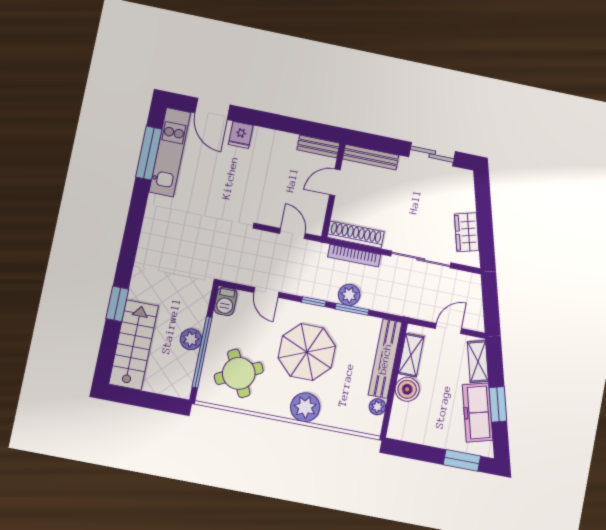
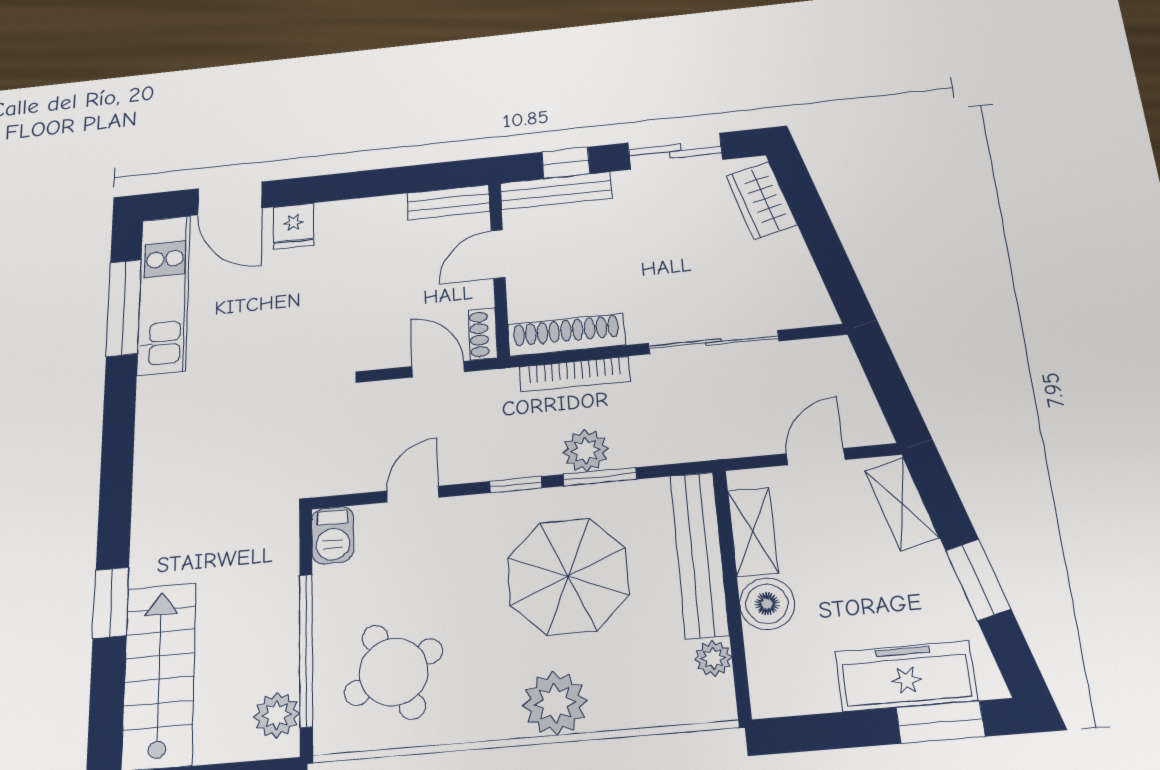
window: (379, 143) -> (566, 163), added
shoe rack: (317, 222) -> (483, 334), added
wardrobe: (467, 232) -> (761, 200), moved
door: (266, 292) -> (413, 494), swing flipped
plant: (191, 339) -> (277, 715), moved
parasol: (307, 352) -> (568, 576), moved
freezer: (478, 413) -> (906, 676), moved, turned 105

